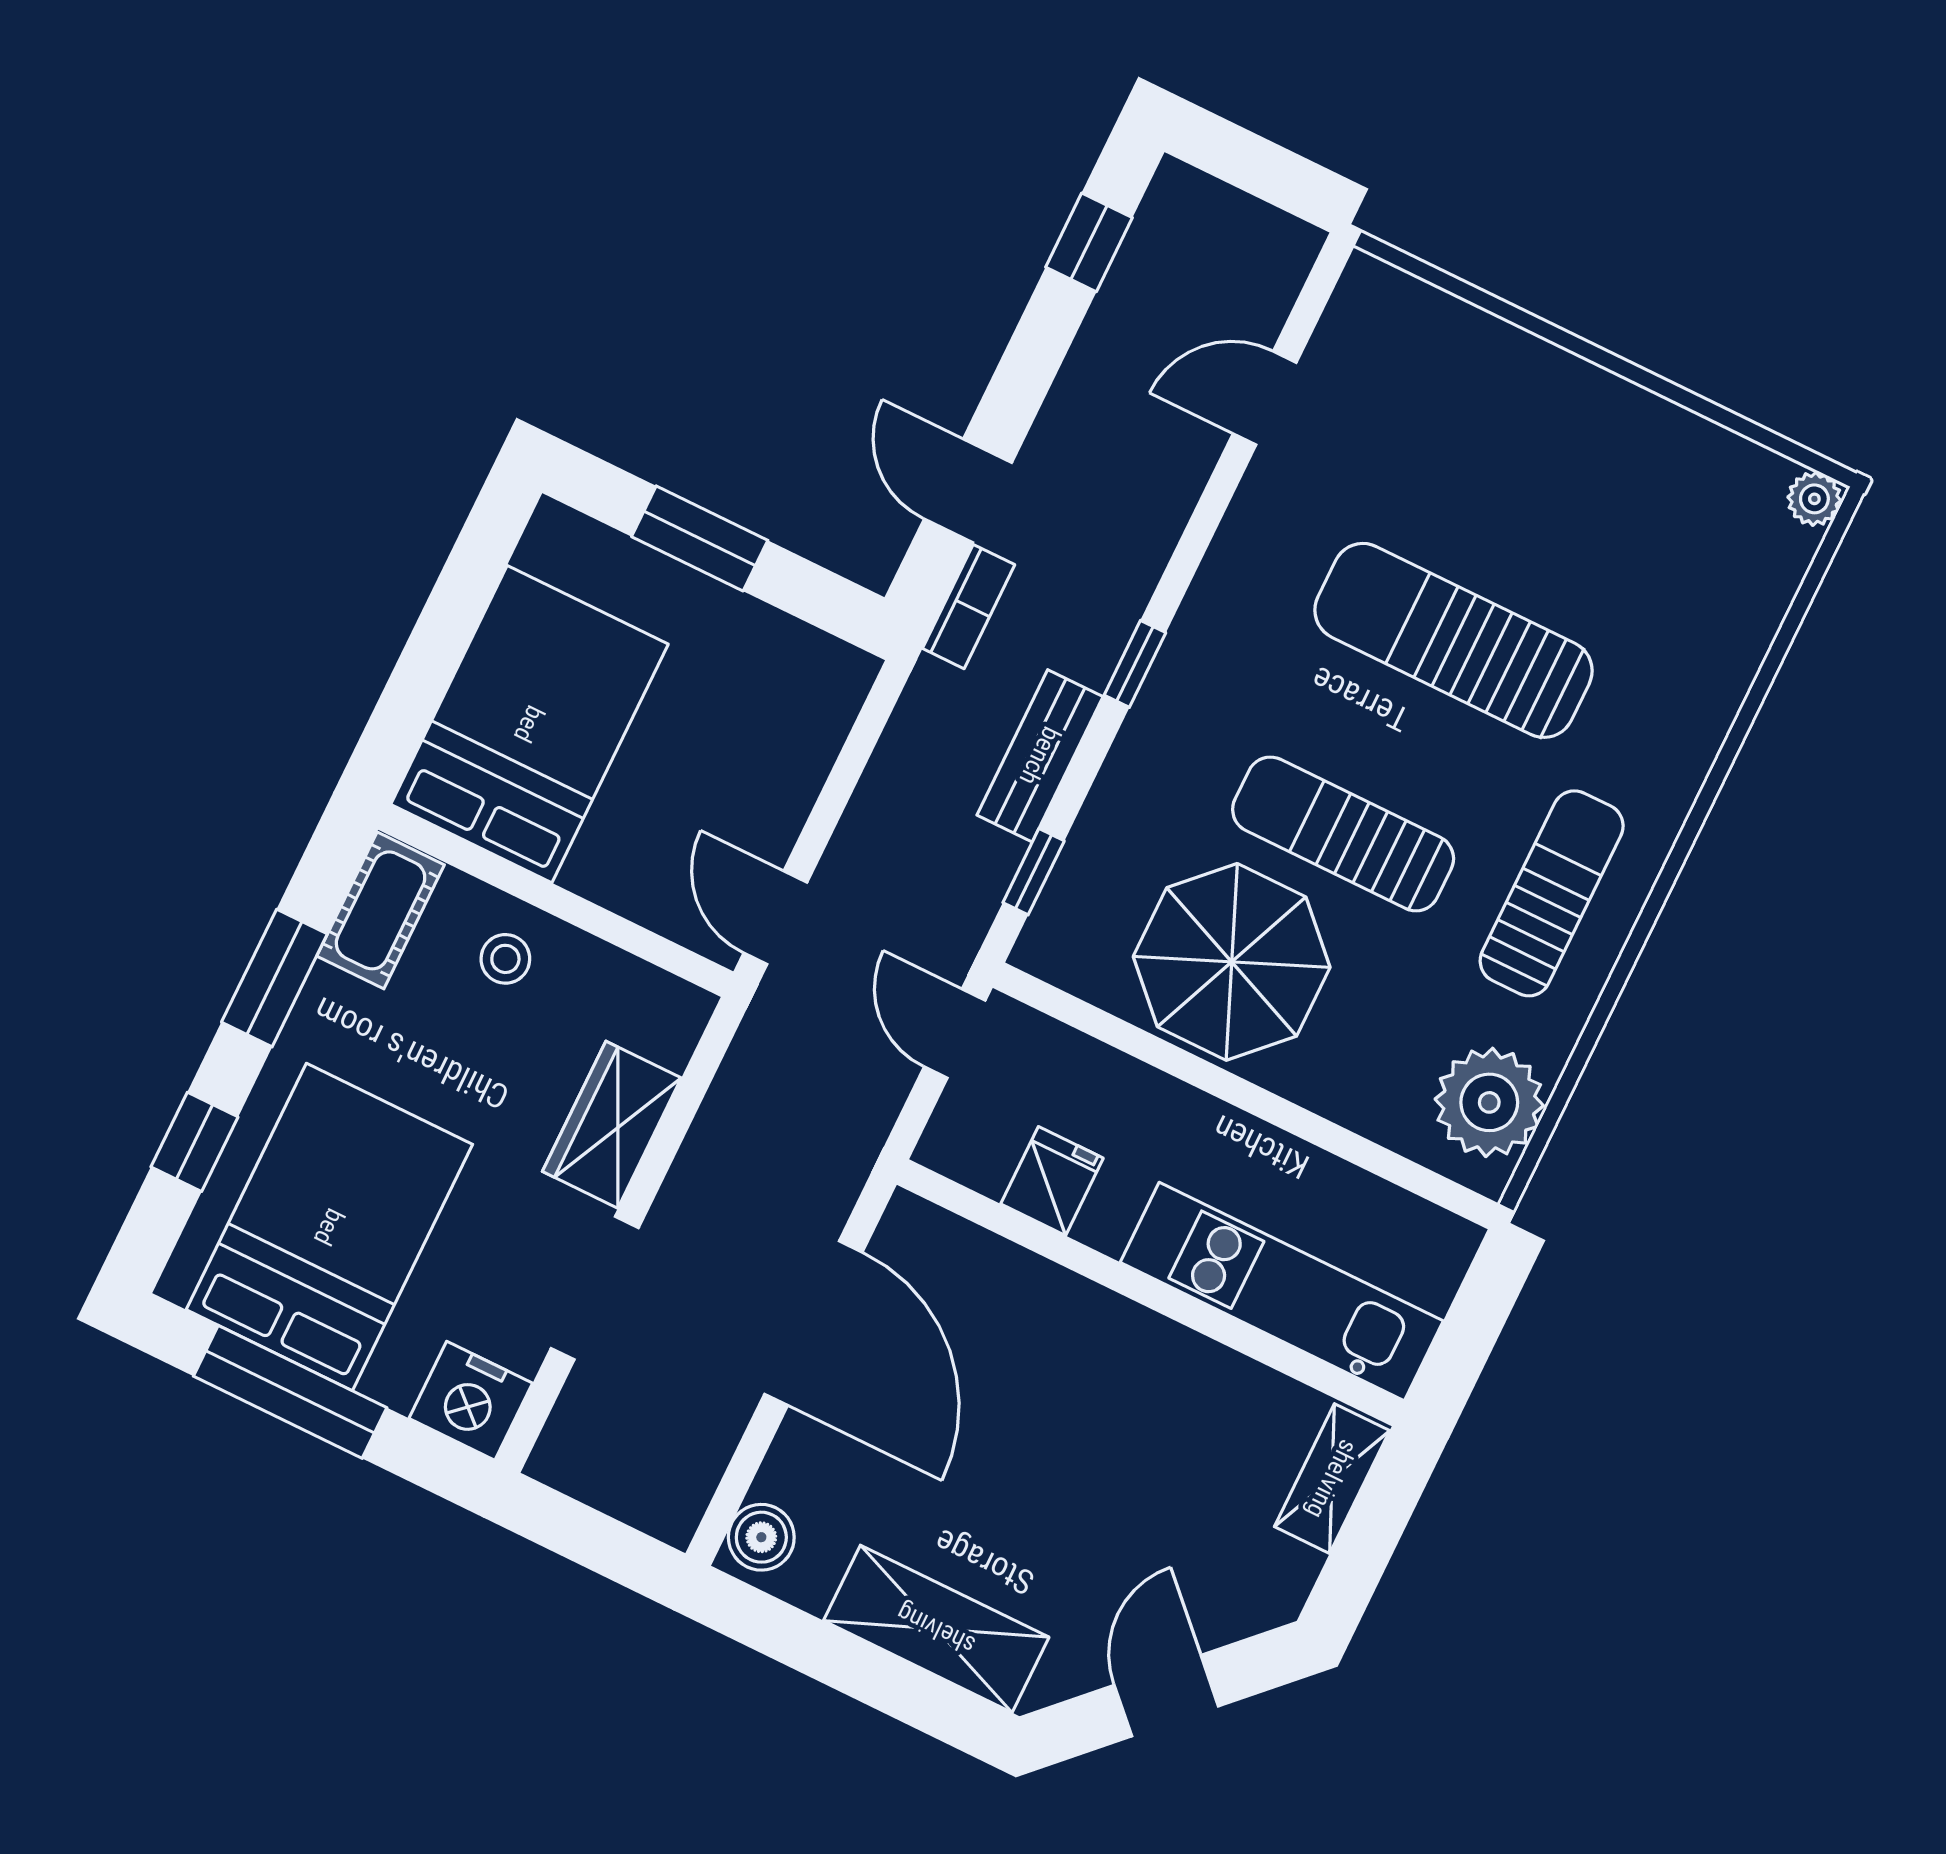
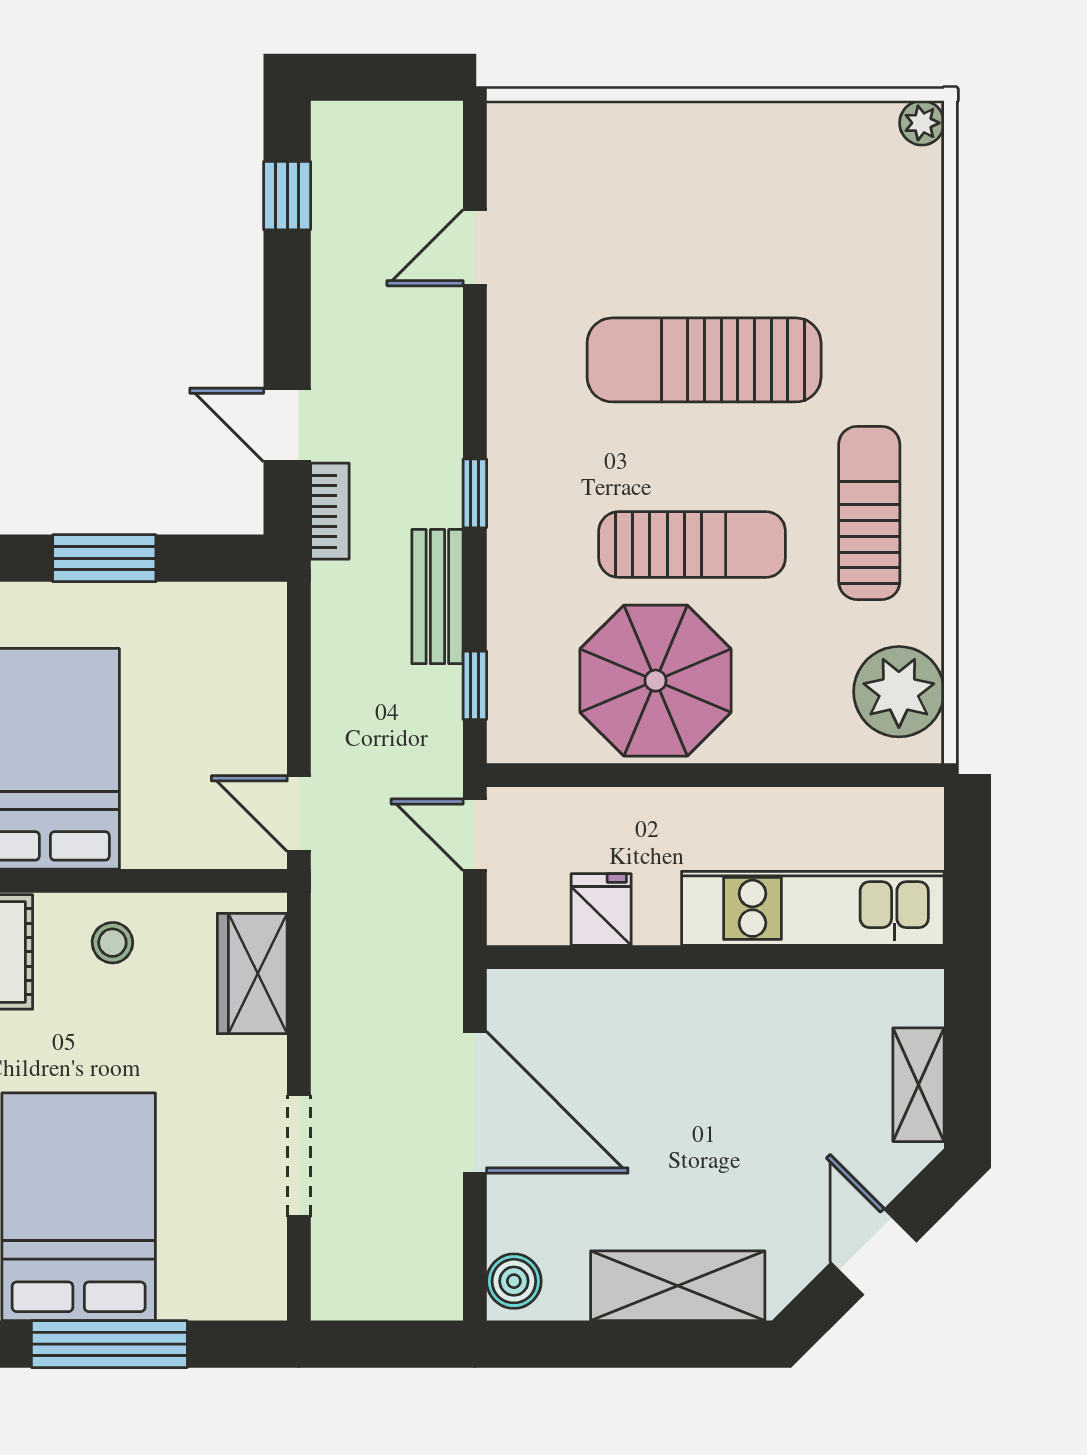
sun lounger: (1343, 834) -> (692, 545), turned 180
wardrobe: (612, 1125) -> (252, 973), moved
nightstand: (471, 1401) -> (247, 1285), removed
shelving: (1332, 1479) -> (918, 1085), moved

